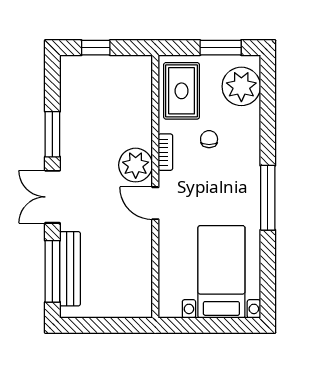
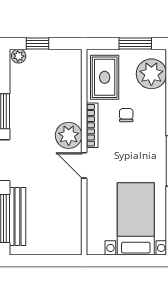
plant: (72, 64) -> (19, 56), added
bookcase: (165, 152) -> (92, 125), width x1.56

